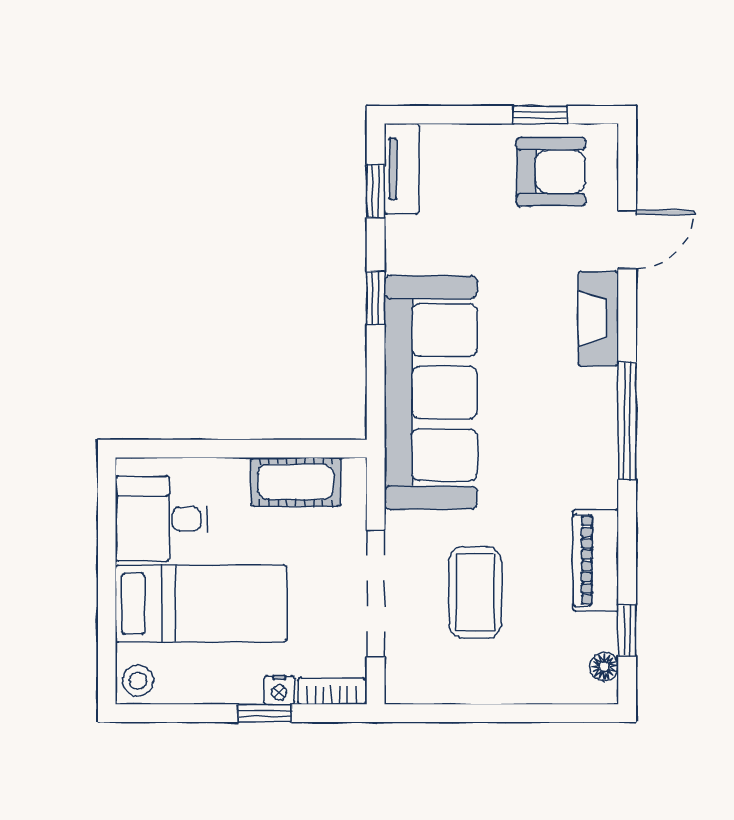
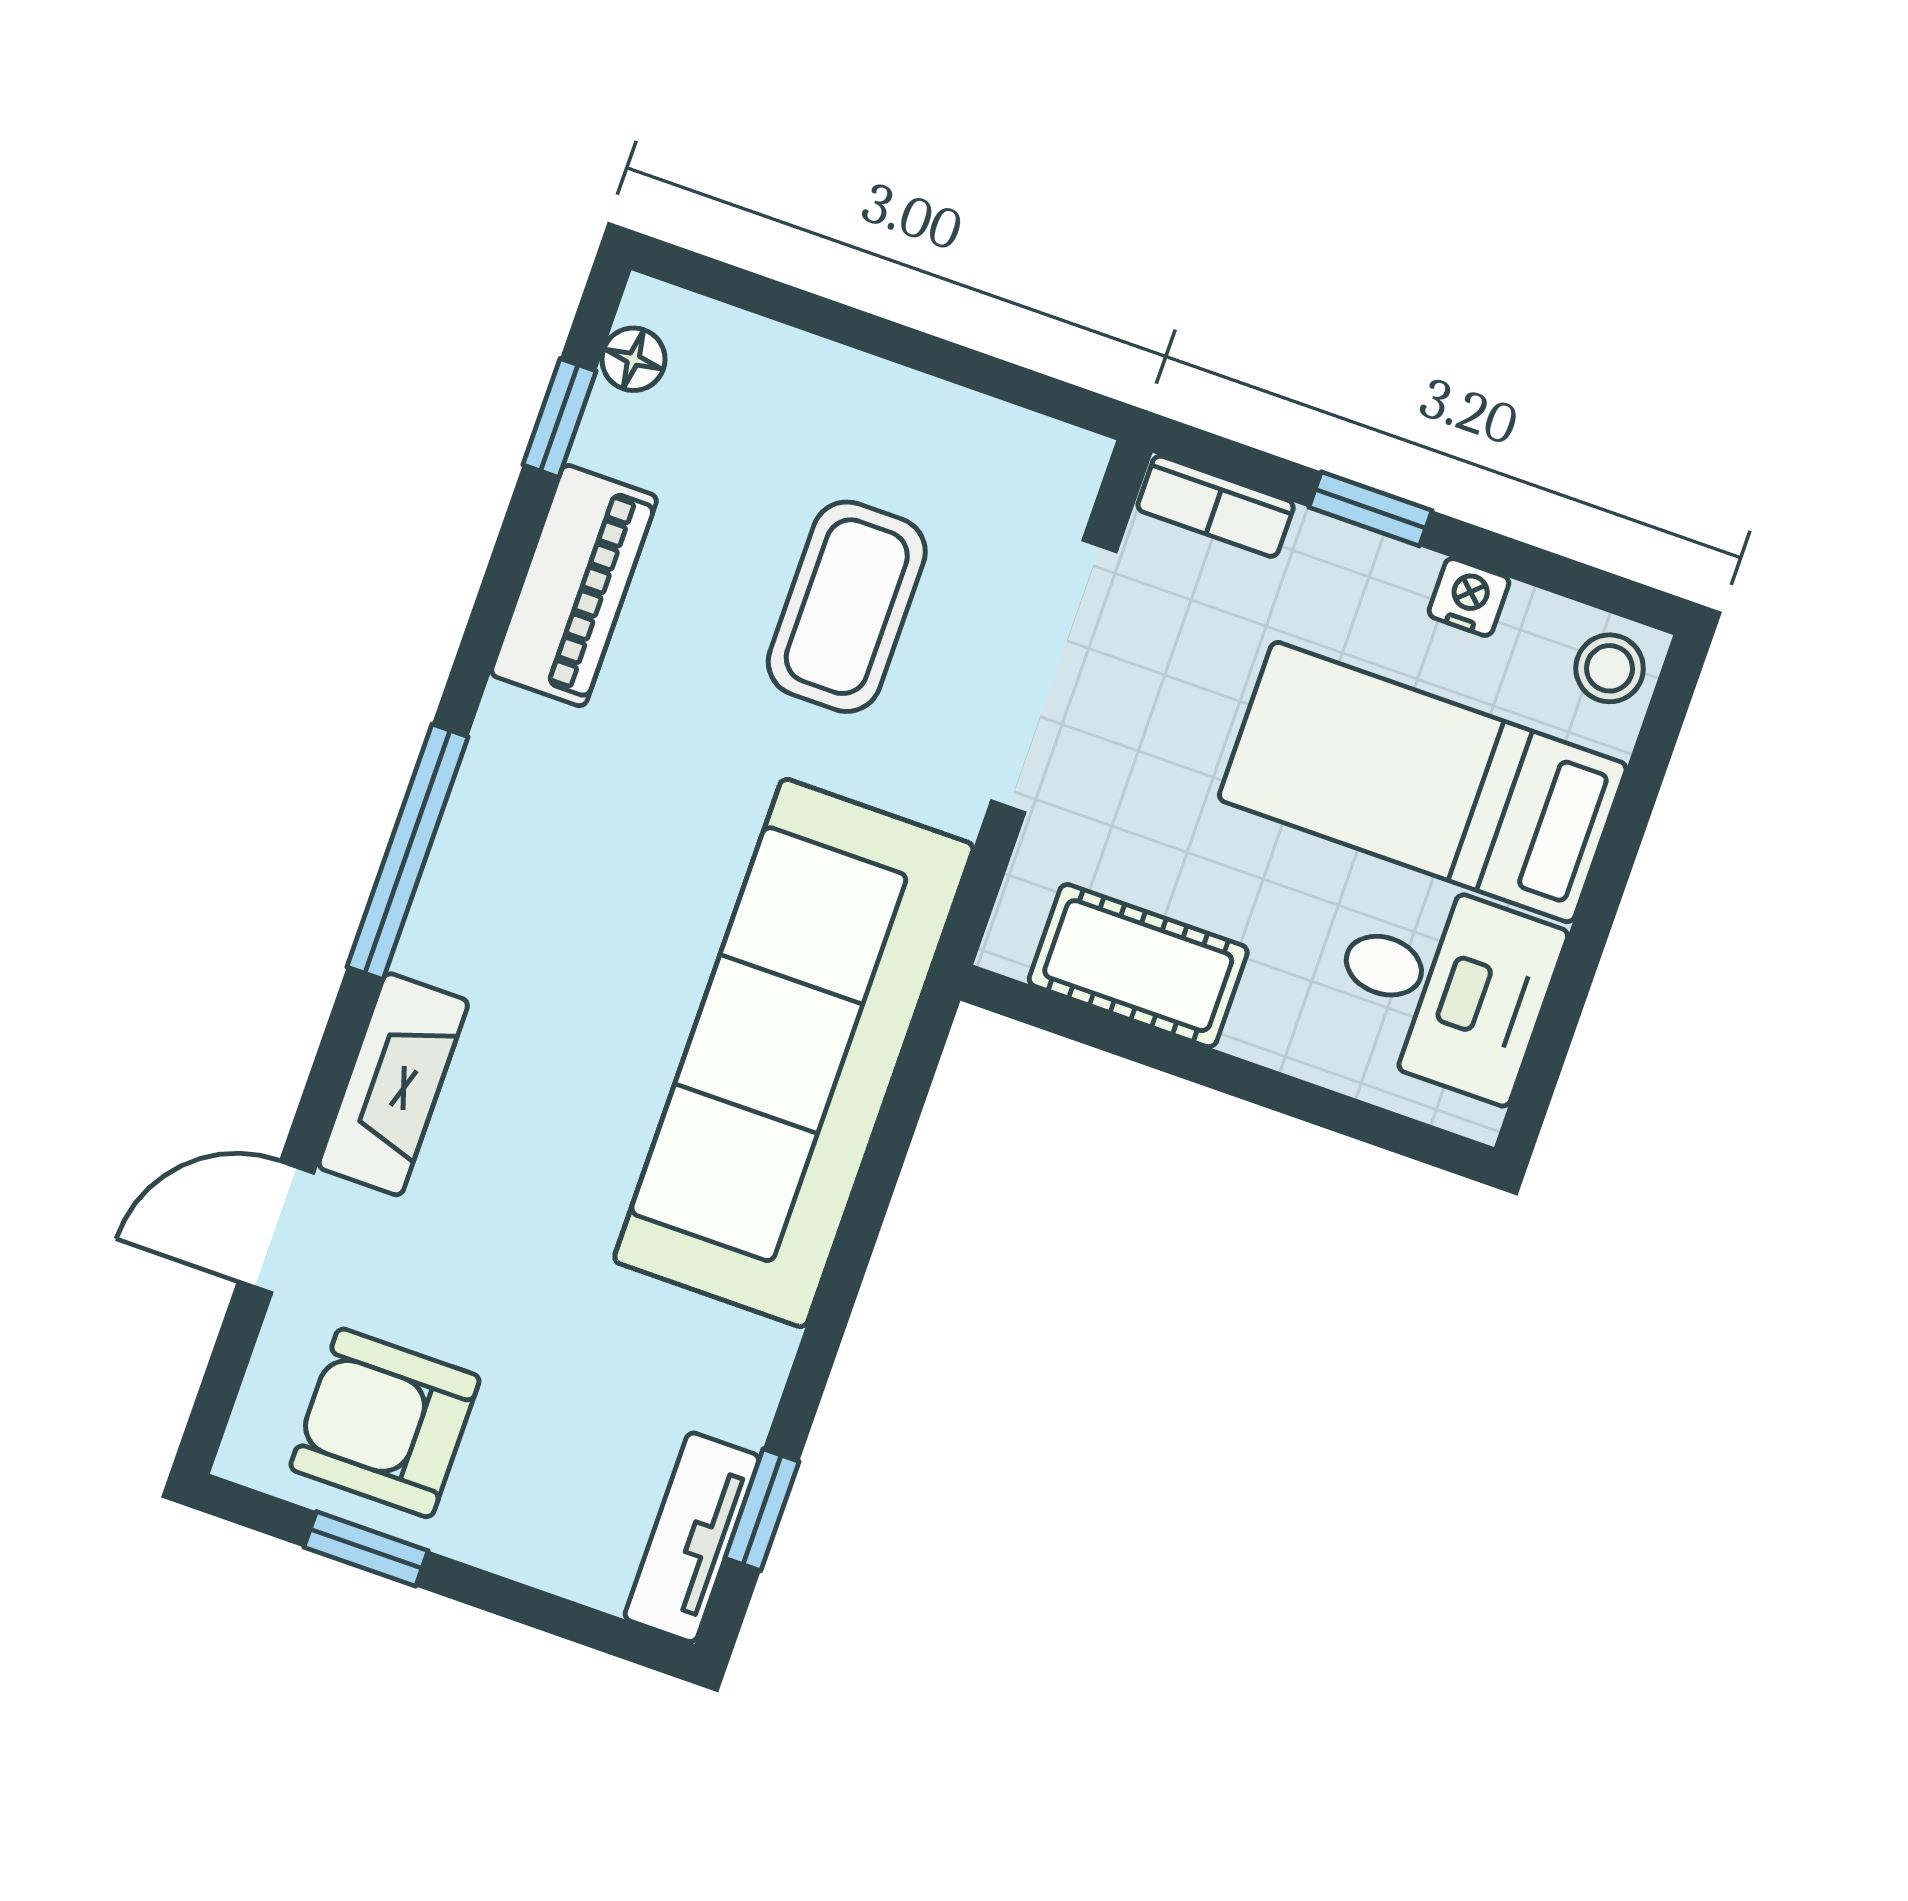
window: (376, 298) -> (839, 1289), removed
nightstand: (279, 690) -> (1469, 597), moved

